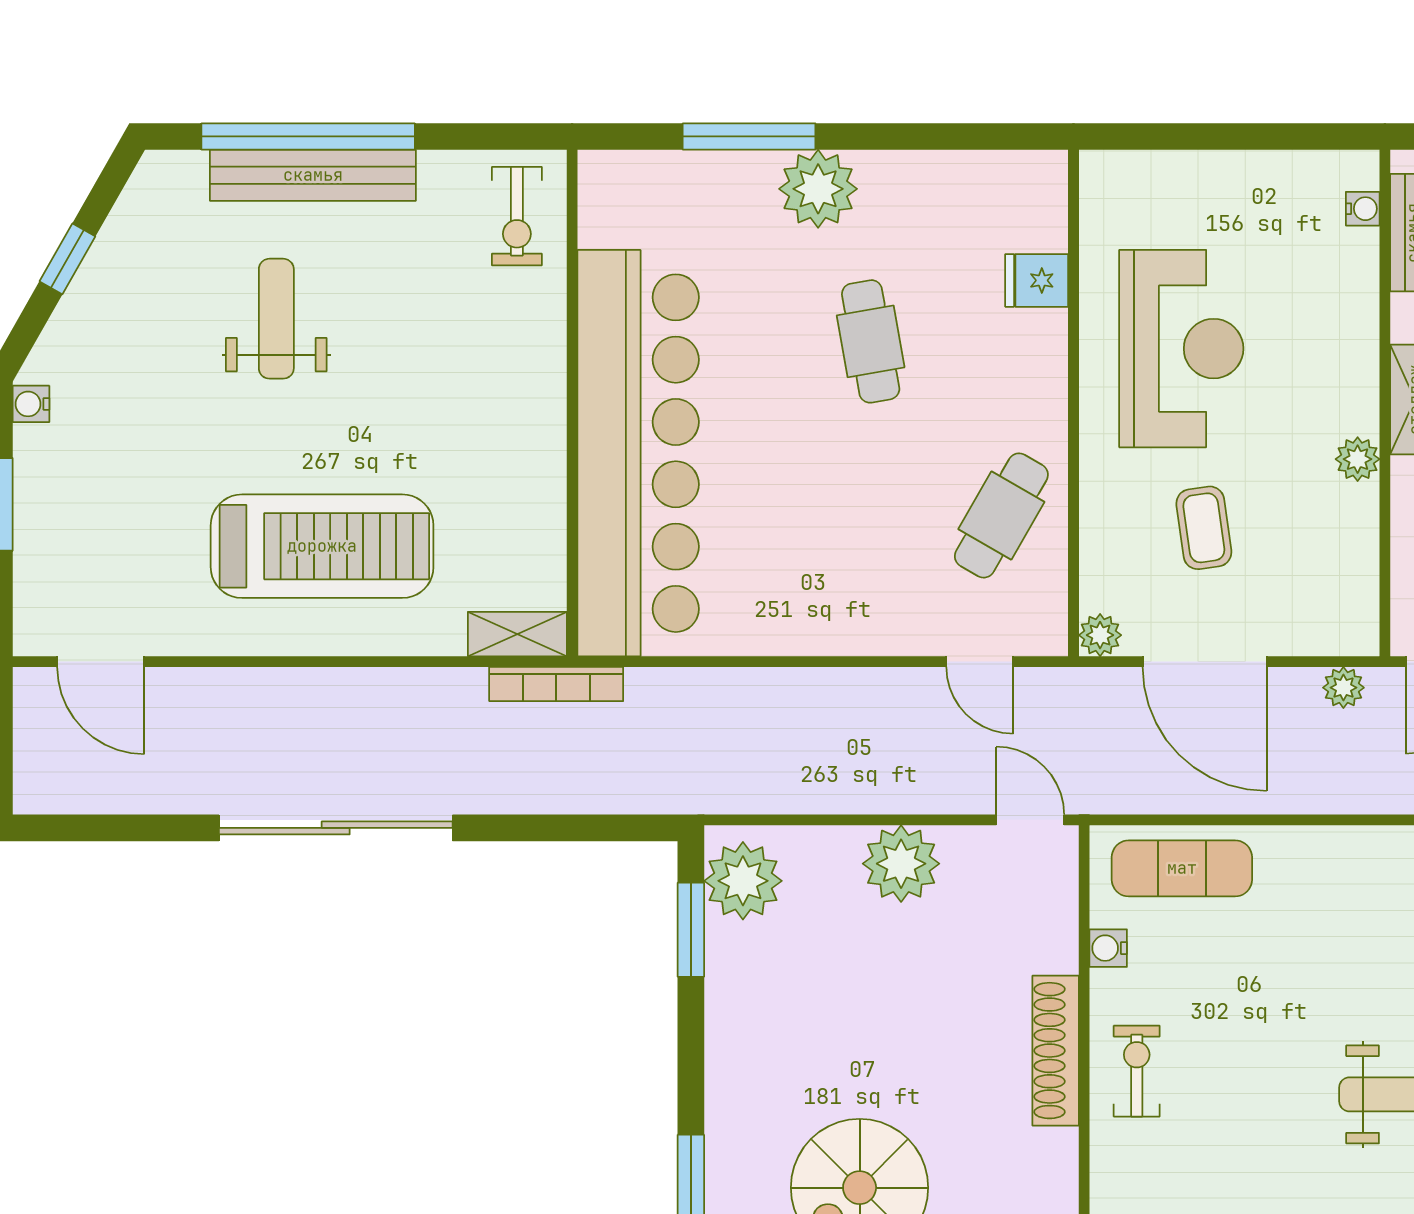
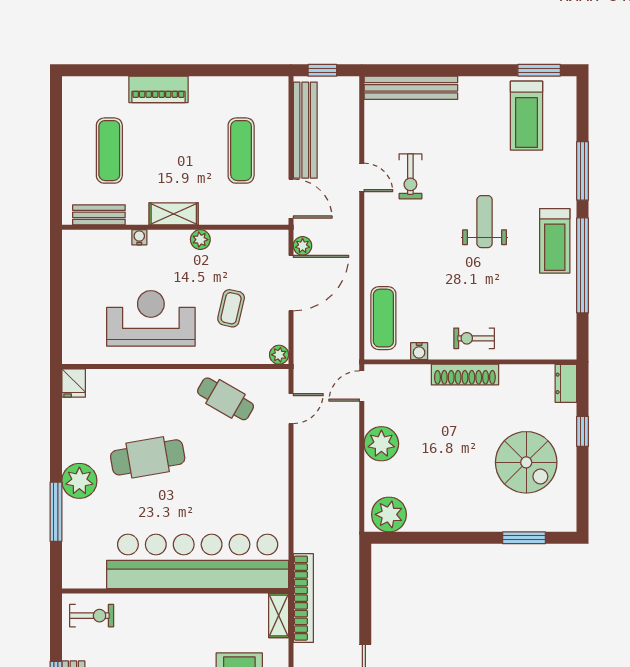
water cooler: (1363, 209) -> (139, 237), moved
fridge: (1037, 280) -> (74, 383), moved
cafe table: (871, 341) -> (148, 457), width x1.37, depth x1.35
coffee table: (1204, 528) -> (231, 308), turned -69
door: (1205, 662) -> (291, 283), moved
bookcase: (556, 684) -> (303, 598), width x1.48, depth x1.31
window: (691, 930) -> (411, 538), removed

